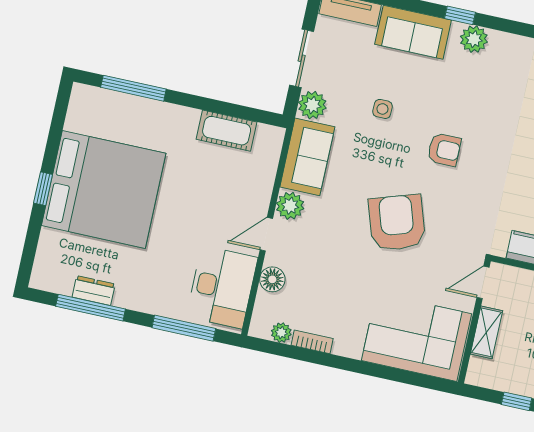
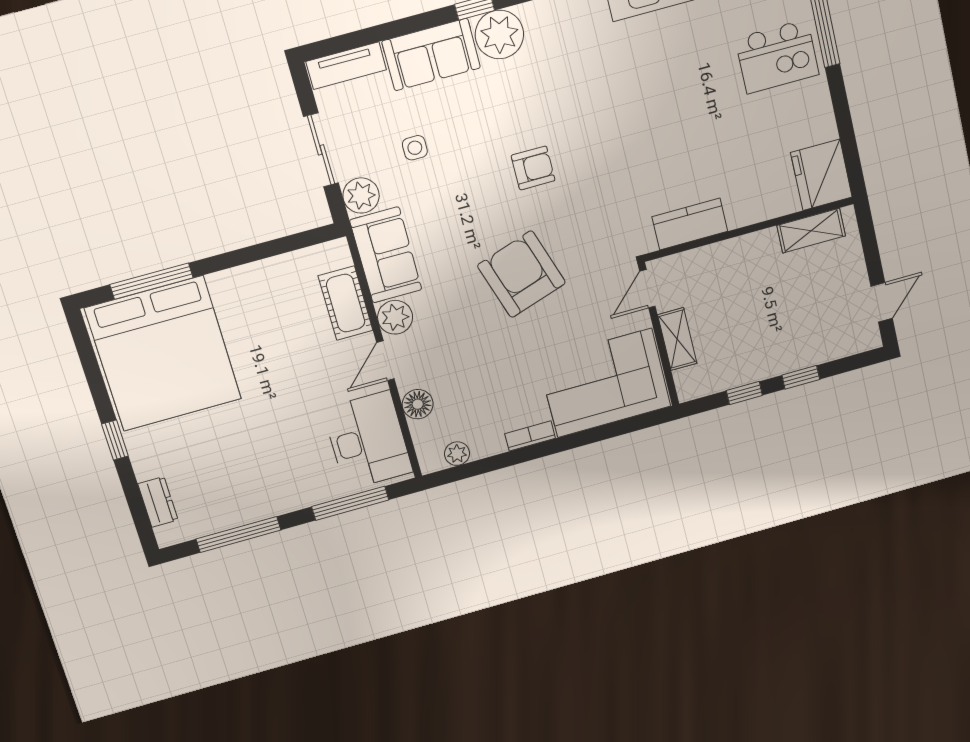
plant: (474, 39) -> (499, 34), width x1.36, depth x1.36
side table: (382, 109) -> (415, 148), moved
cot: (227, 131) -> (346, 303), moved, turned 90
bed: (104, 189) -> (163, 354), moved, turned 90
dresser: (94, 291) -> (158, 502), moved, turned 90
bookcase: (312, 342) -> (530, 436), moved

